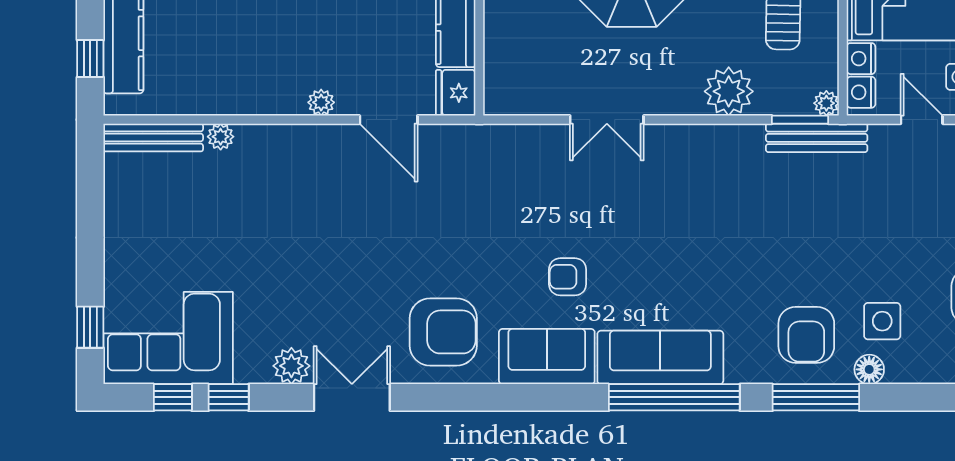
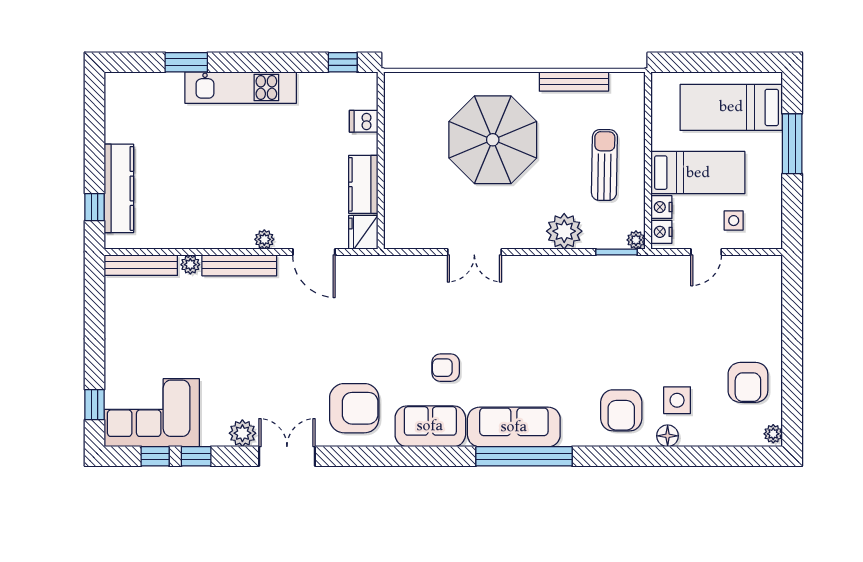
door: (922, 120) -> (706, 252), swing flipped
bench: (817, 138) -> (239, 265), moved
window: (816, 397) -> (628, 456), removed

